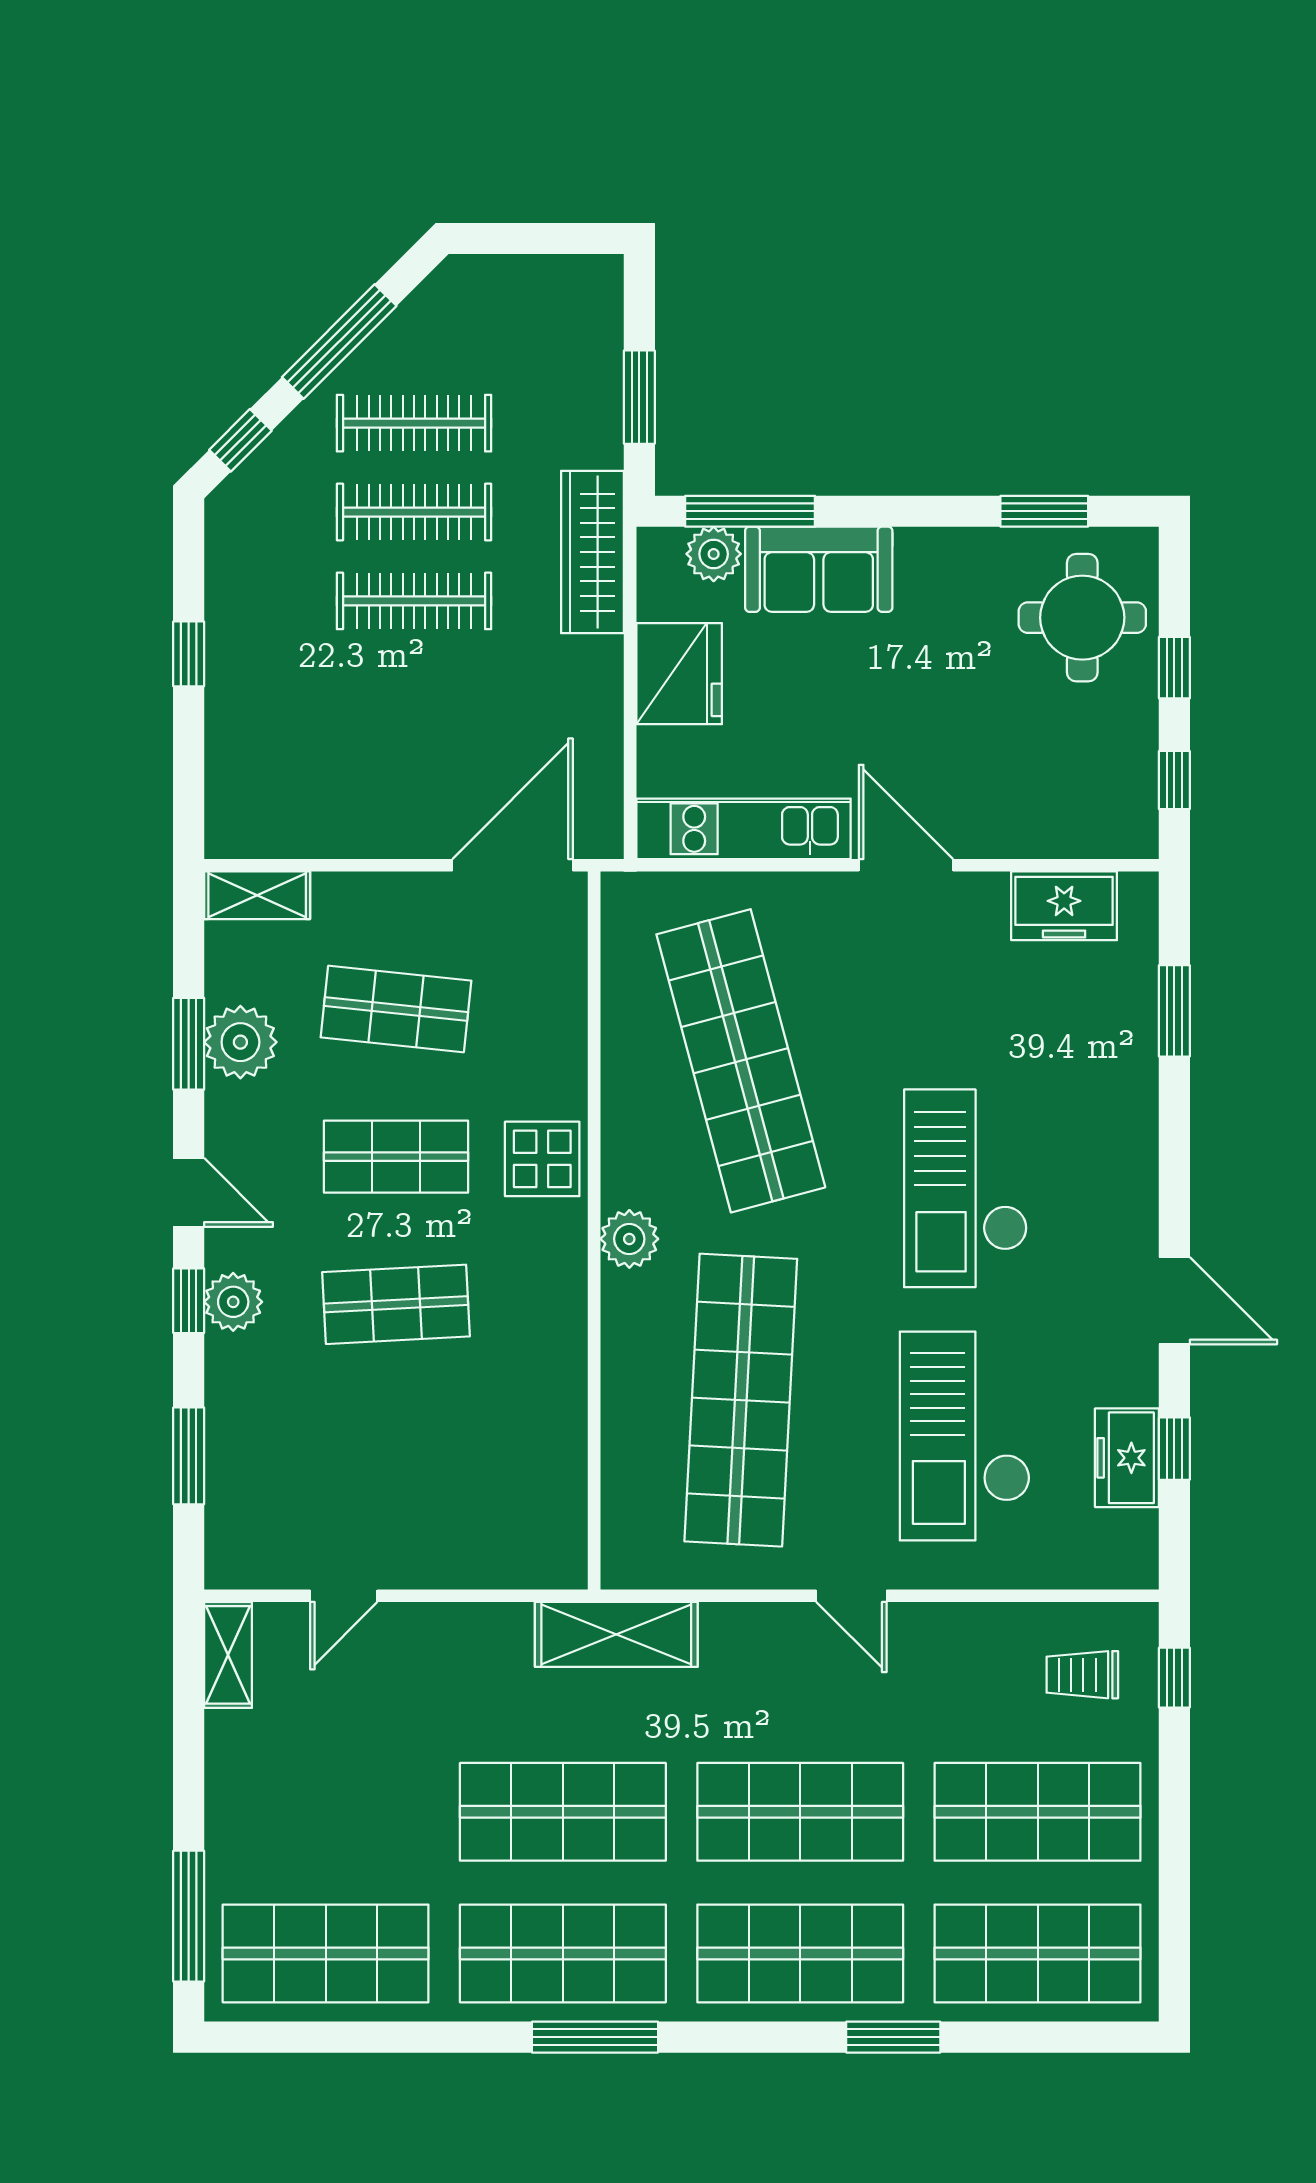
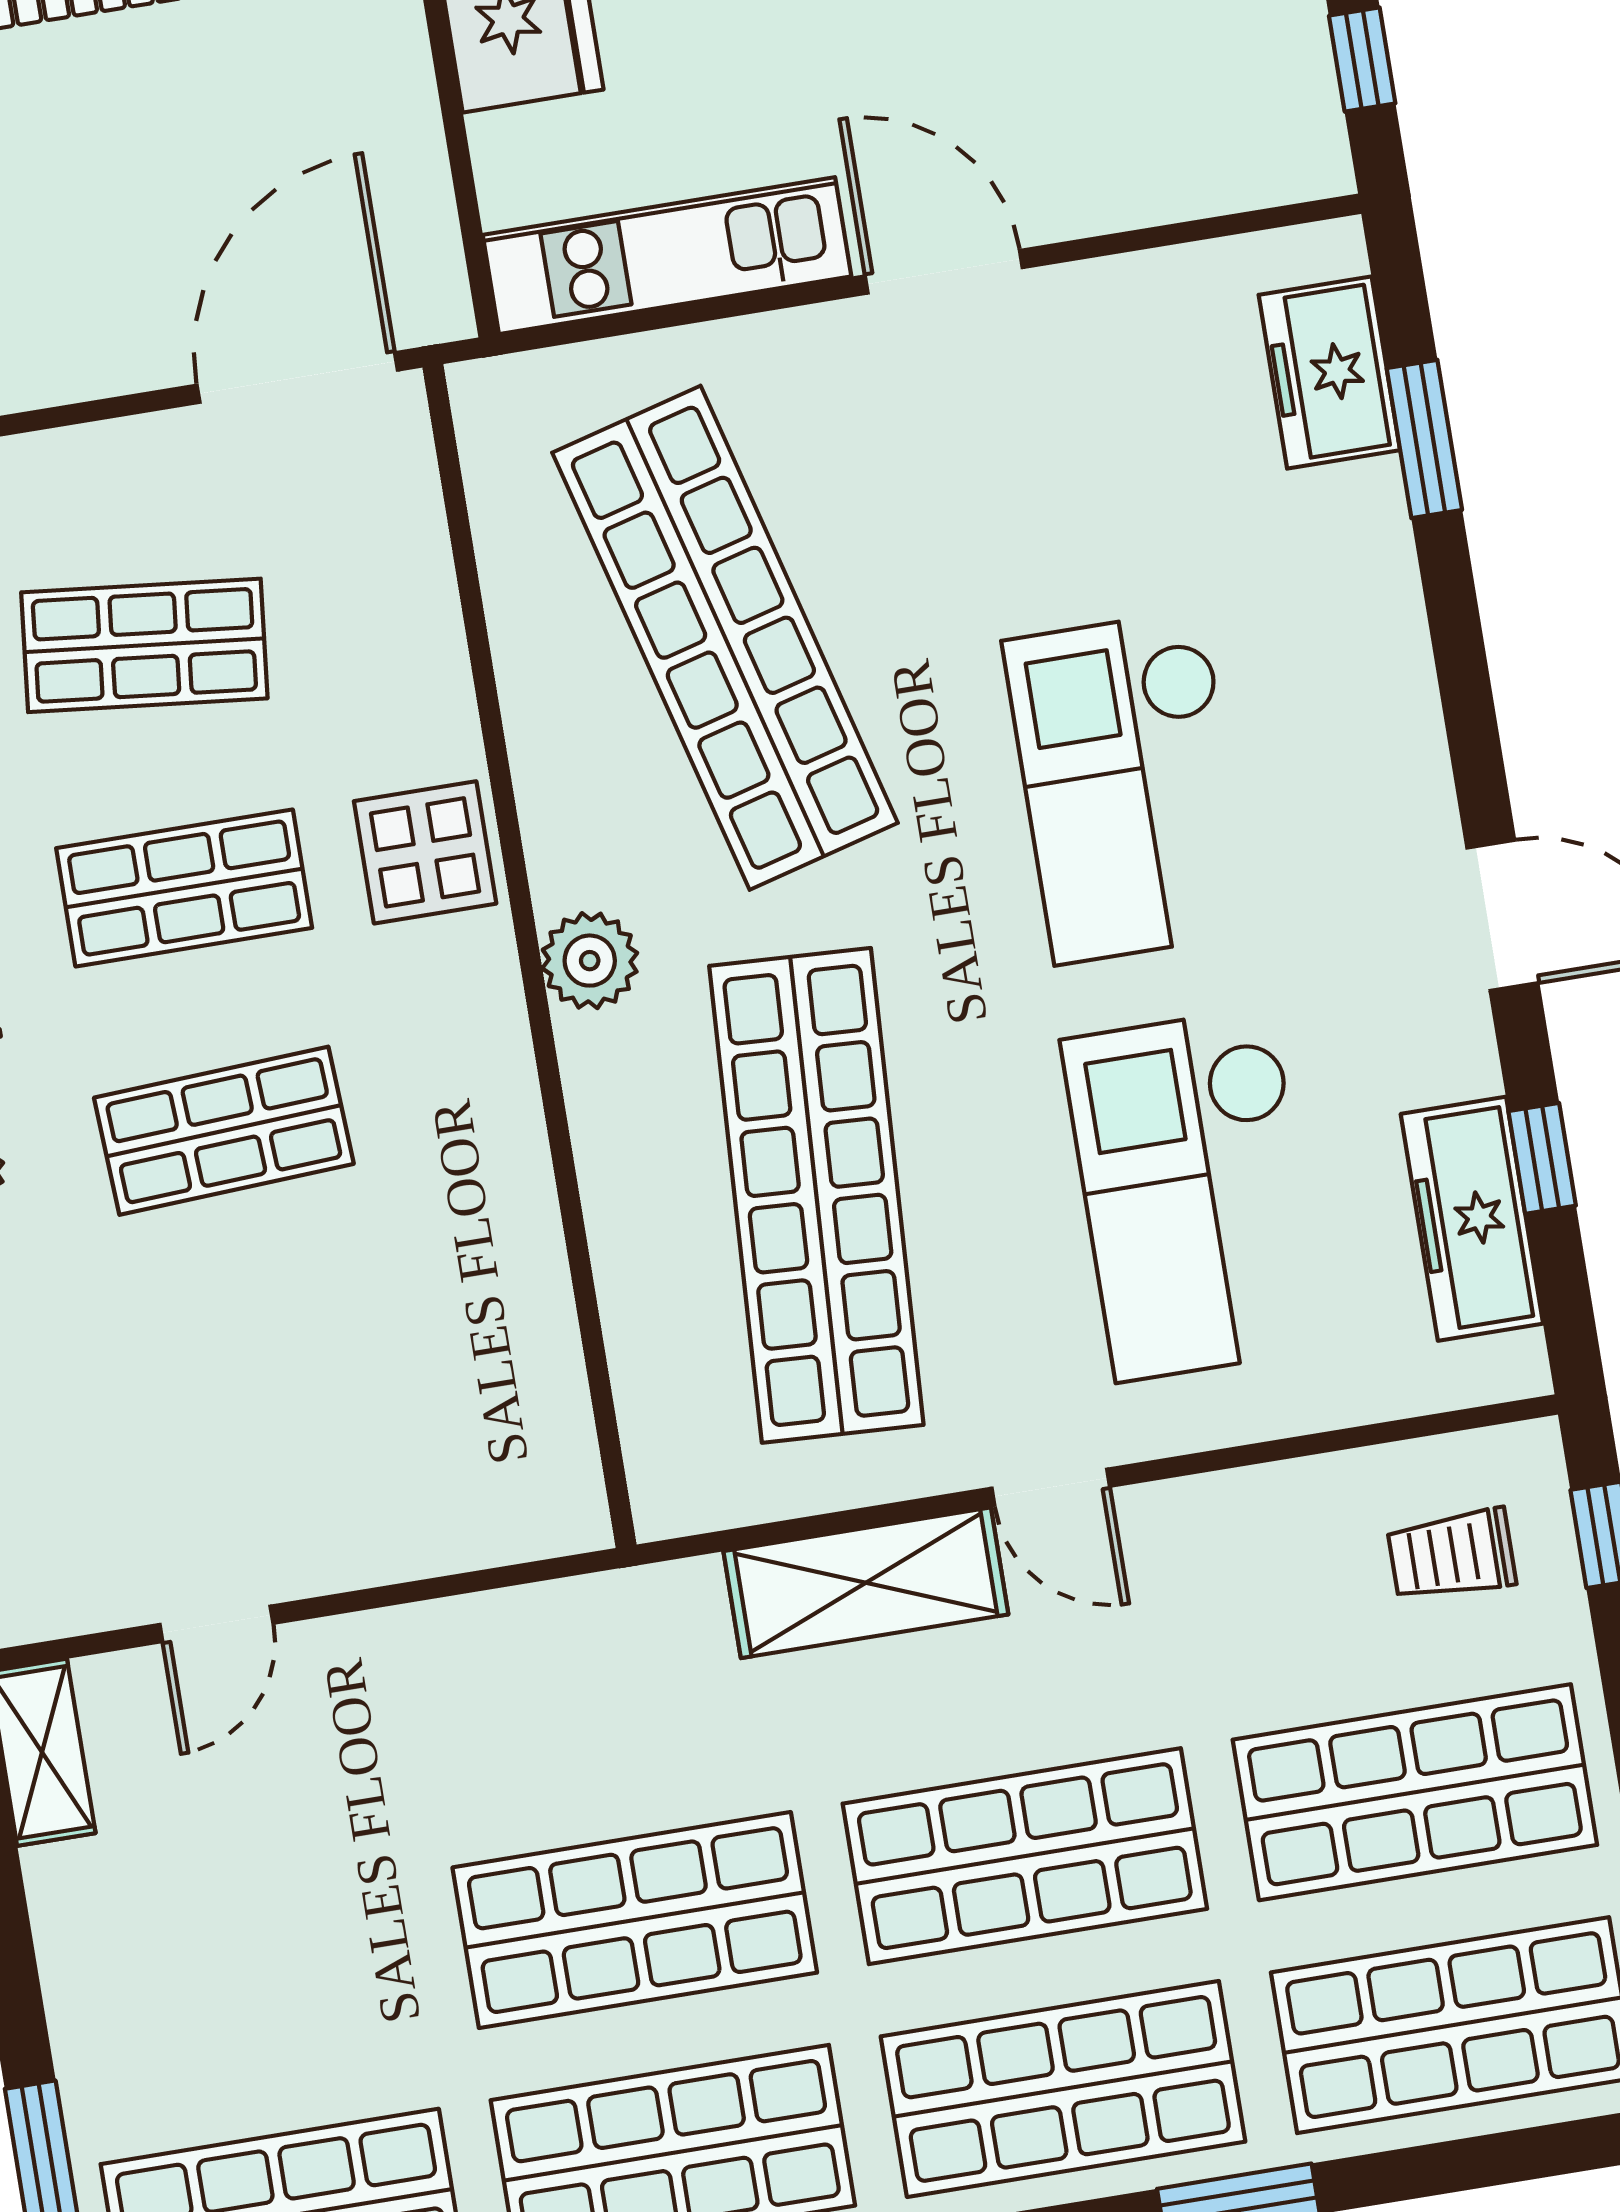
freezer: (1064, 906) -> (1329, 373), moved, turned 90
freezer: (1127, 1458) -> (1472, 1219), width x1.40
shelving: (616, 1634) -> (866, 1583), moved

